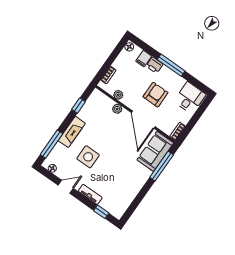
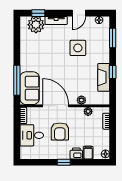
window: (171, 65) -> (64, 162), width x0.46
desk: (190, 98) -> (32, 135), moved, turned 90
window: (79, 106) -> (113, 72), moved
fireplace: (72, 132) -> (104, 77), moved
window: (51, 144) -> (113, 38), width x0.69
plant: (111, 203) -> (36, 25), added

